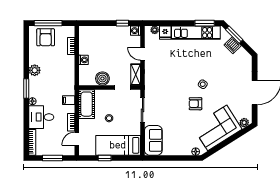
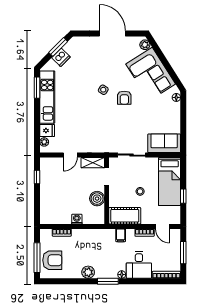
washing machine: (136, 31) -> (45, 163), removed
window: (234, 35) -> (58, 47), moved

